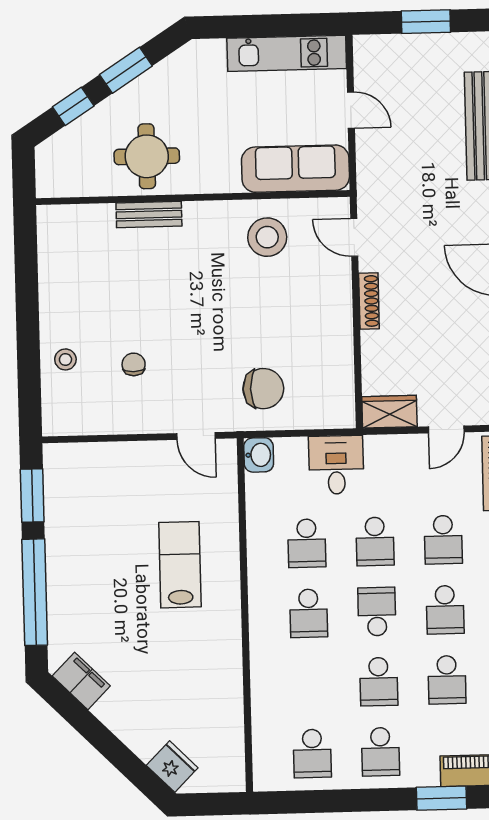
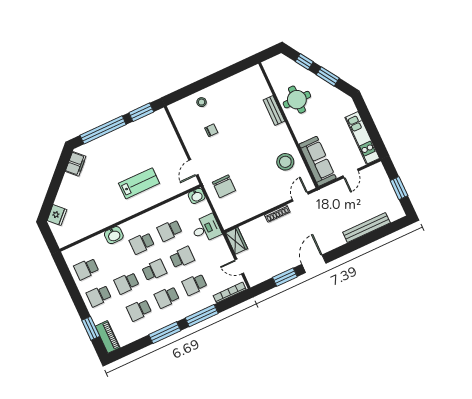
school desk: (375, 541) -> (182, 257), turned 180
washbasin: (266, 665) -> (114, 235), added

